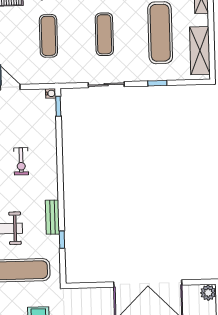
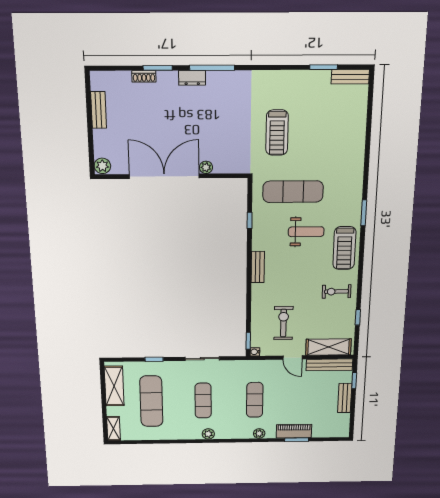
exercise bike: (21, 161) -> (283, 323), moved, width x1.38, depth x1.39
bench: (52, 217) -> (258, 267), moved
plant: (107, 293) -> (206, 167), added

